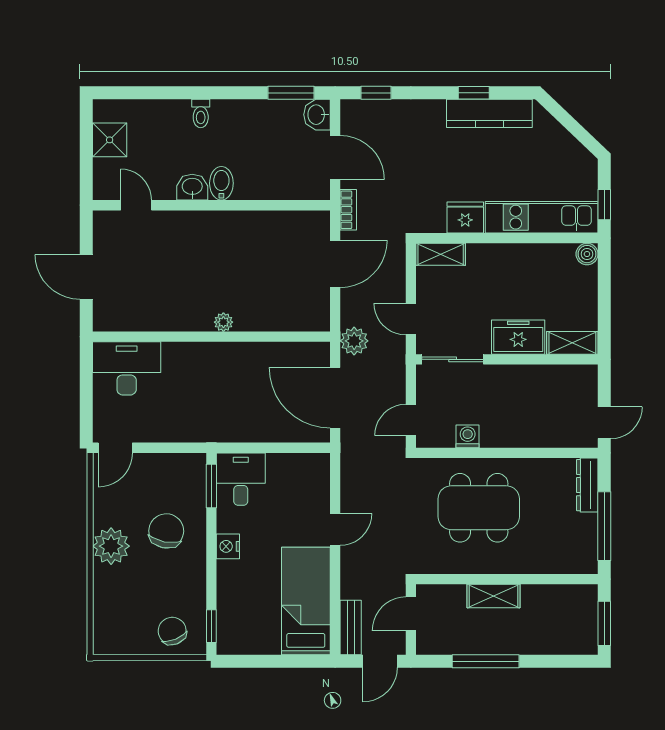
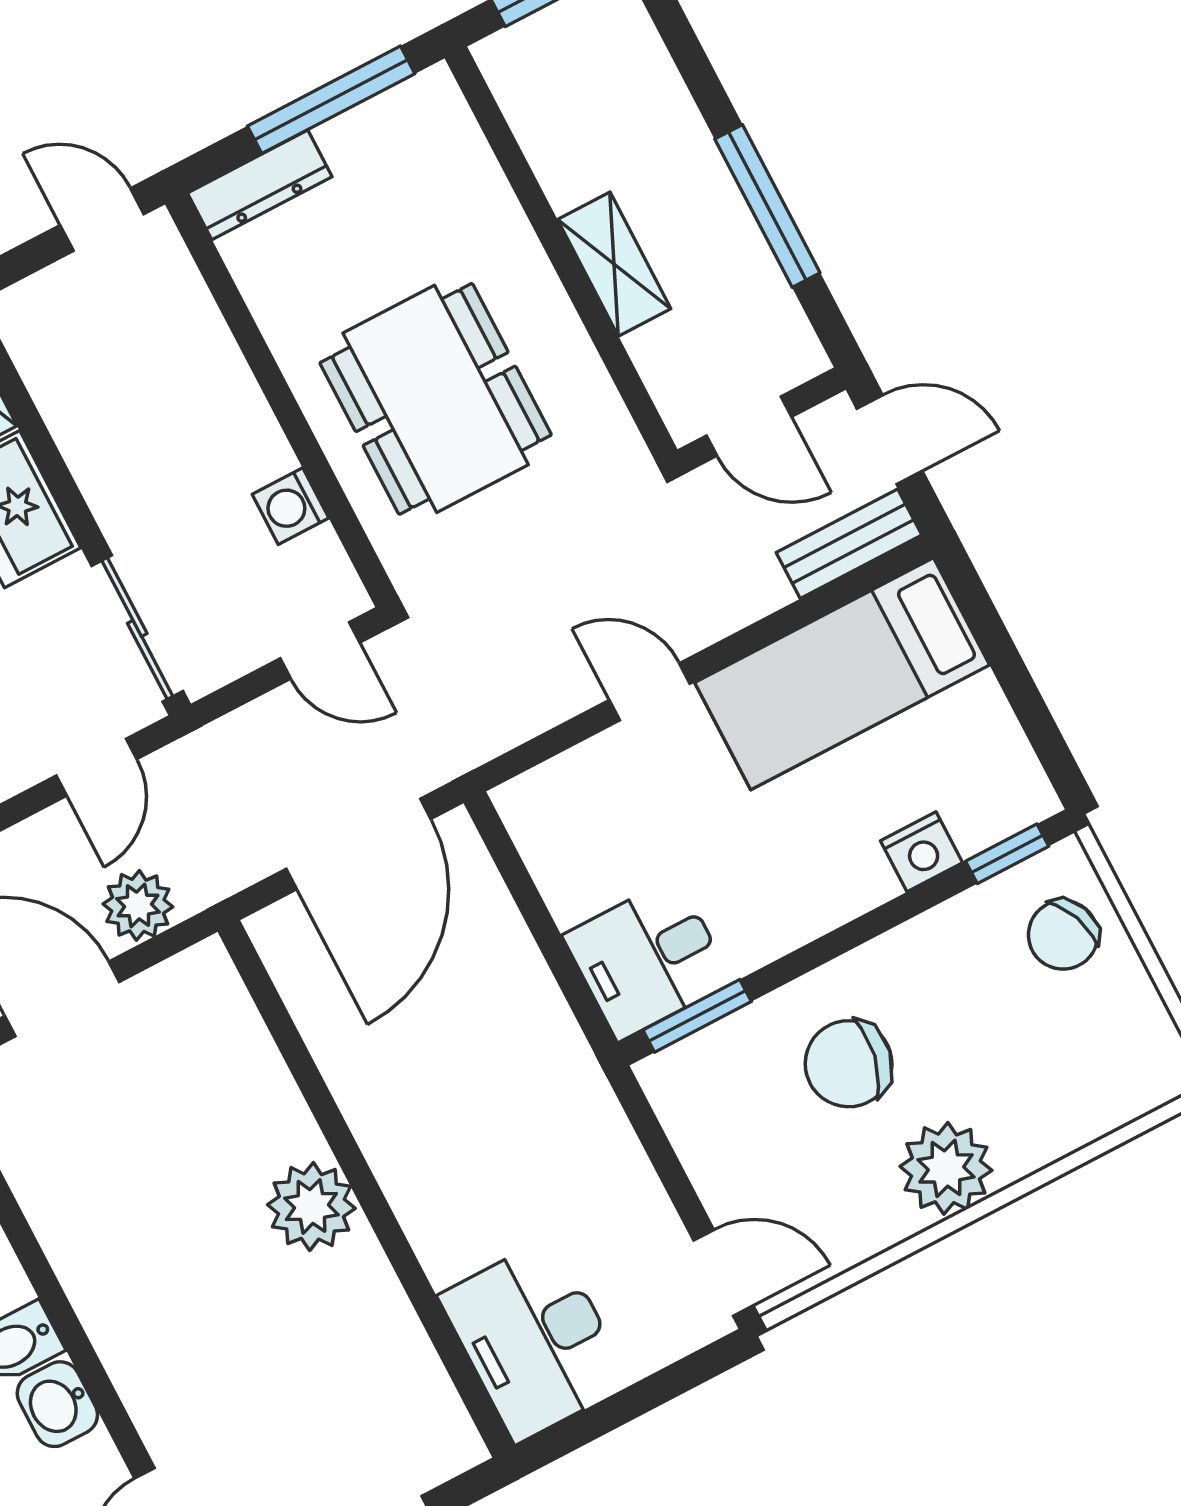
plant: (223, 322) -> (311, 1206), width x1.88, depth x1.88
plant: (354, 341) -> (138, 905), moved
nightstand: (228, 546) -> (921, 852), moved

